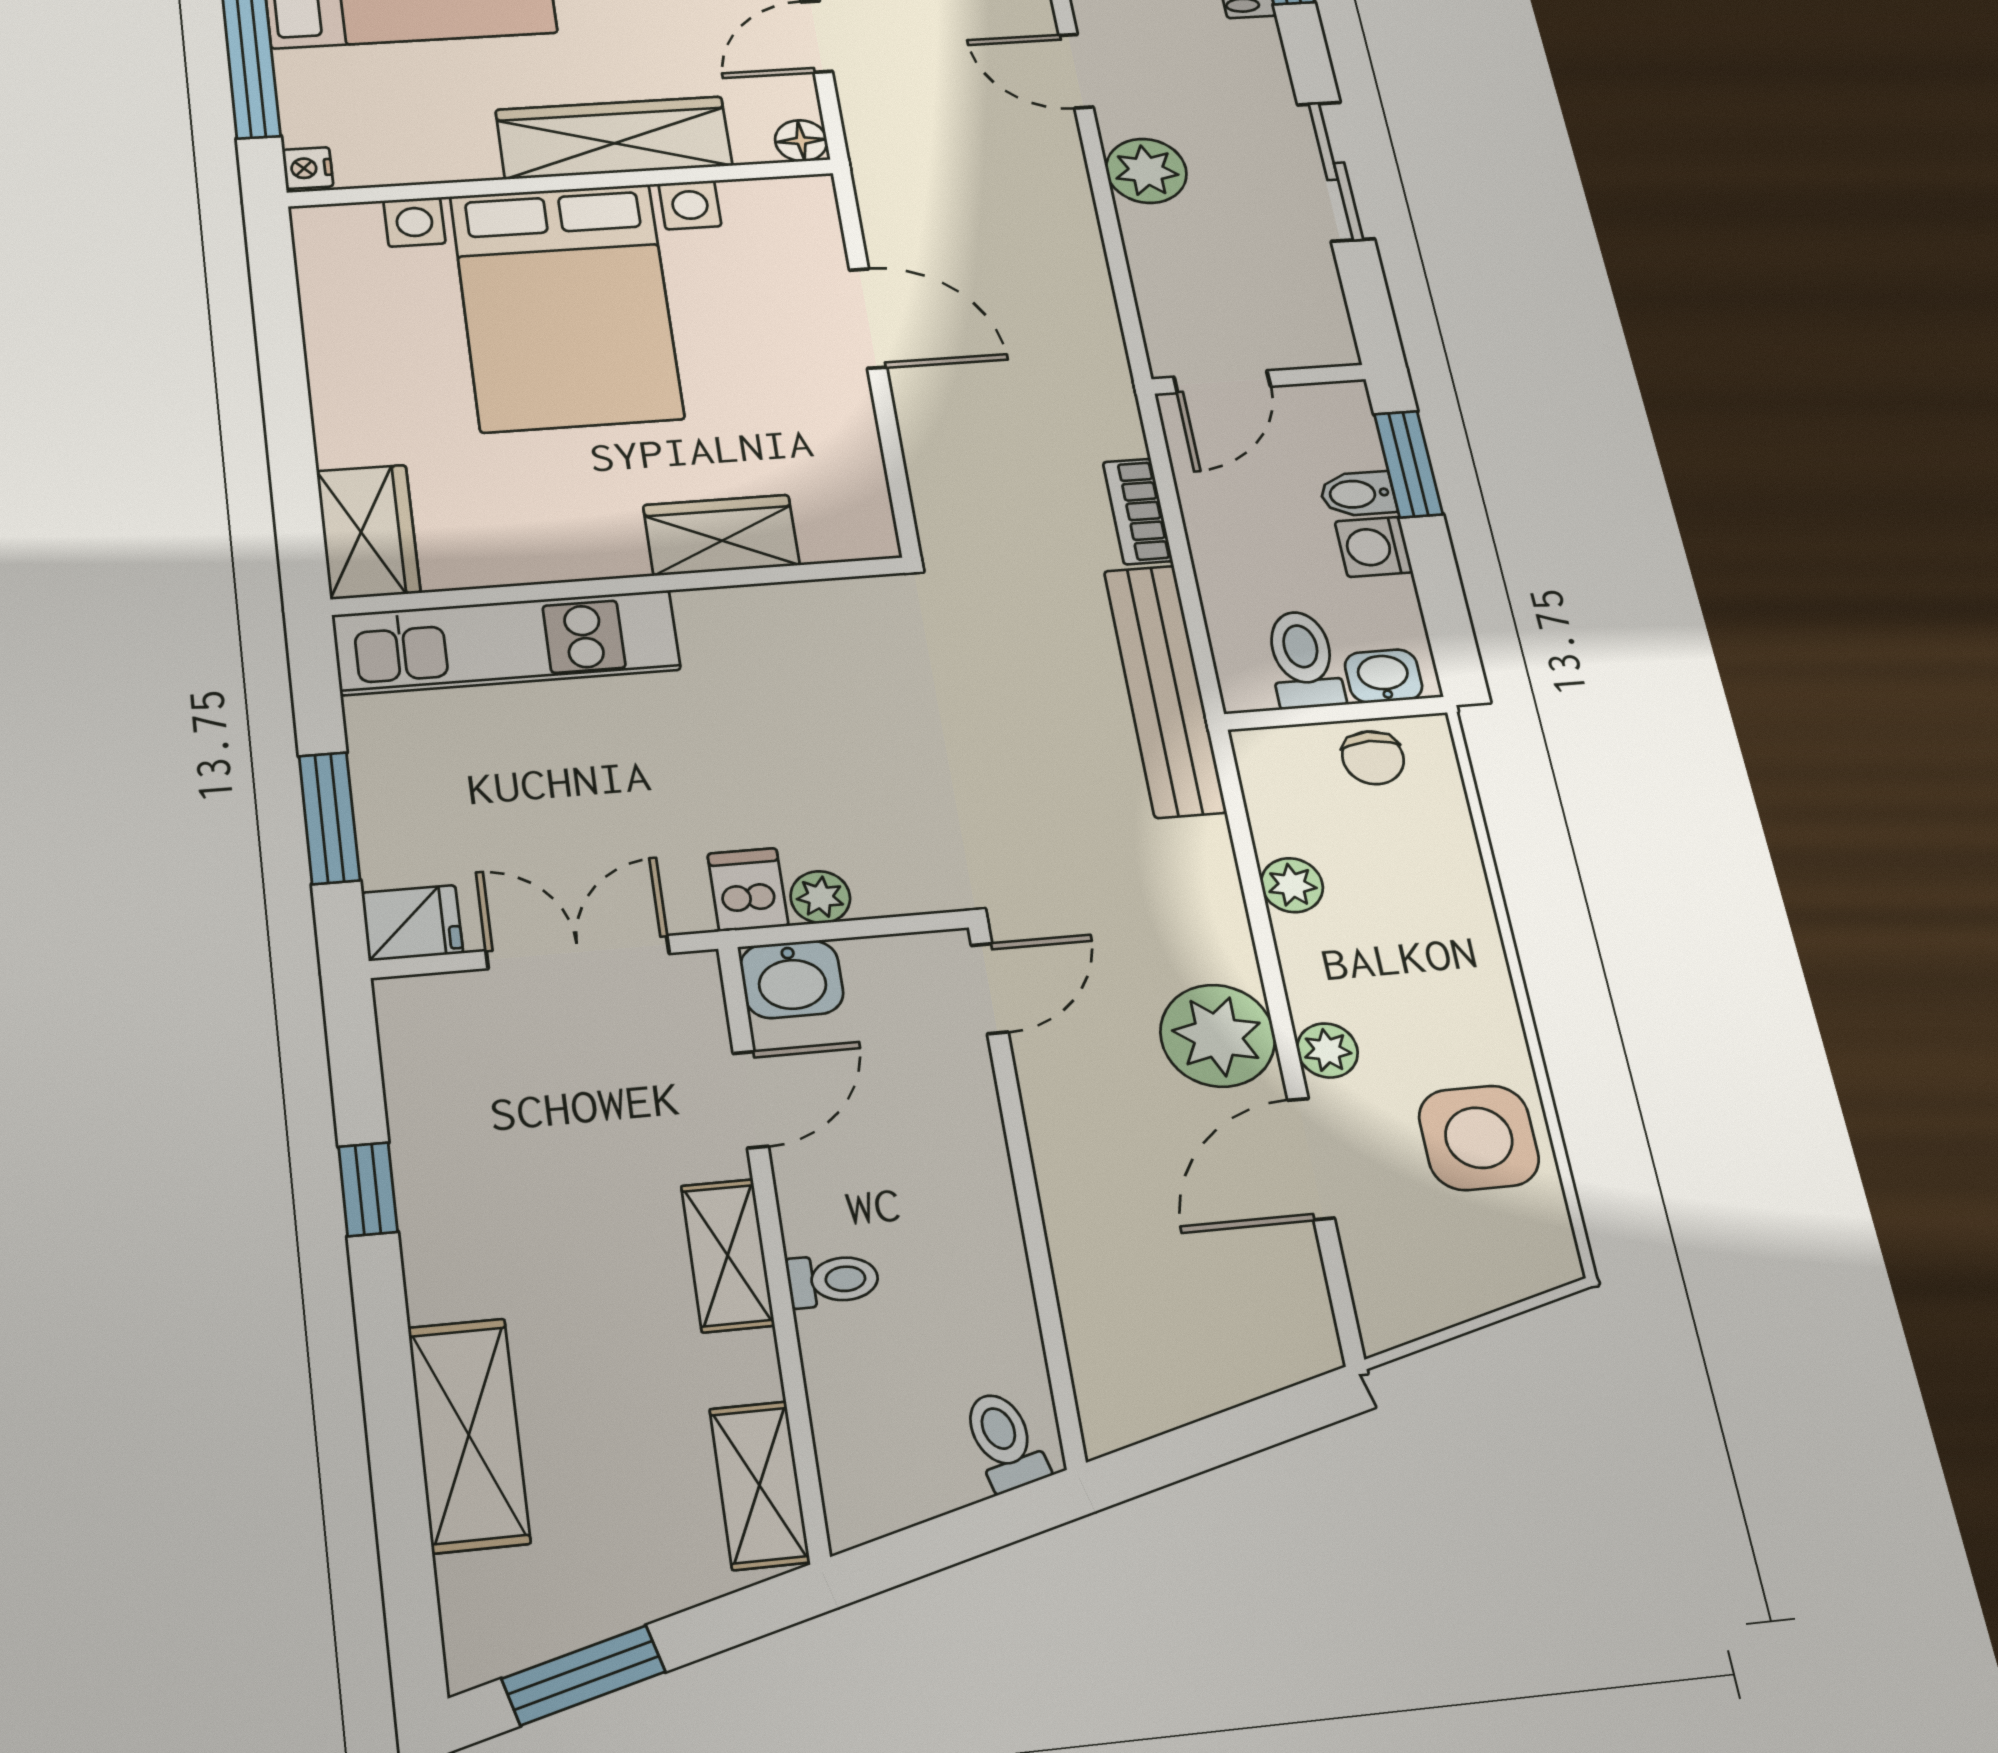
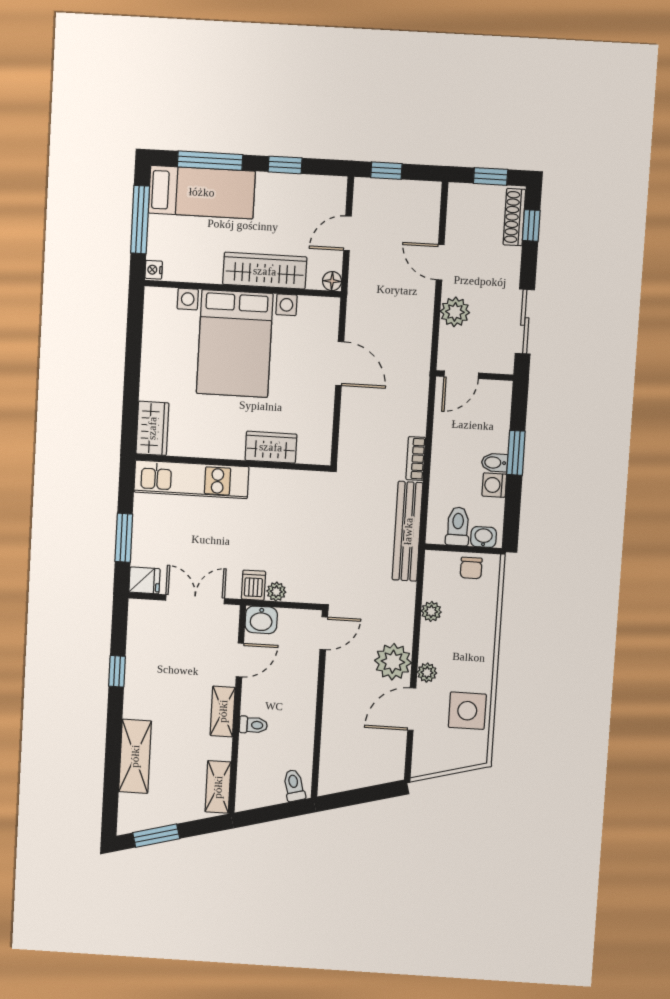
wall: (1259, 379) -> (475, 376), moved
door: (1222, 382) -> (461, 375), moved

